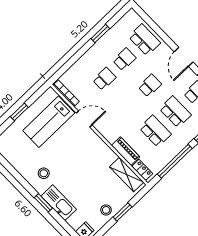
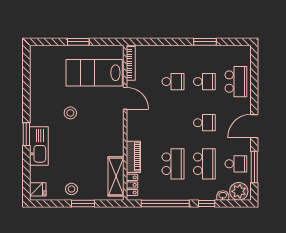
stool: (44, 173) -> (70, 113), moved

